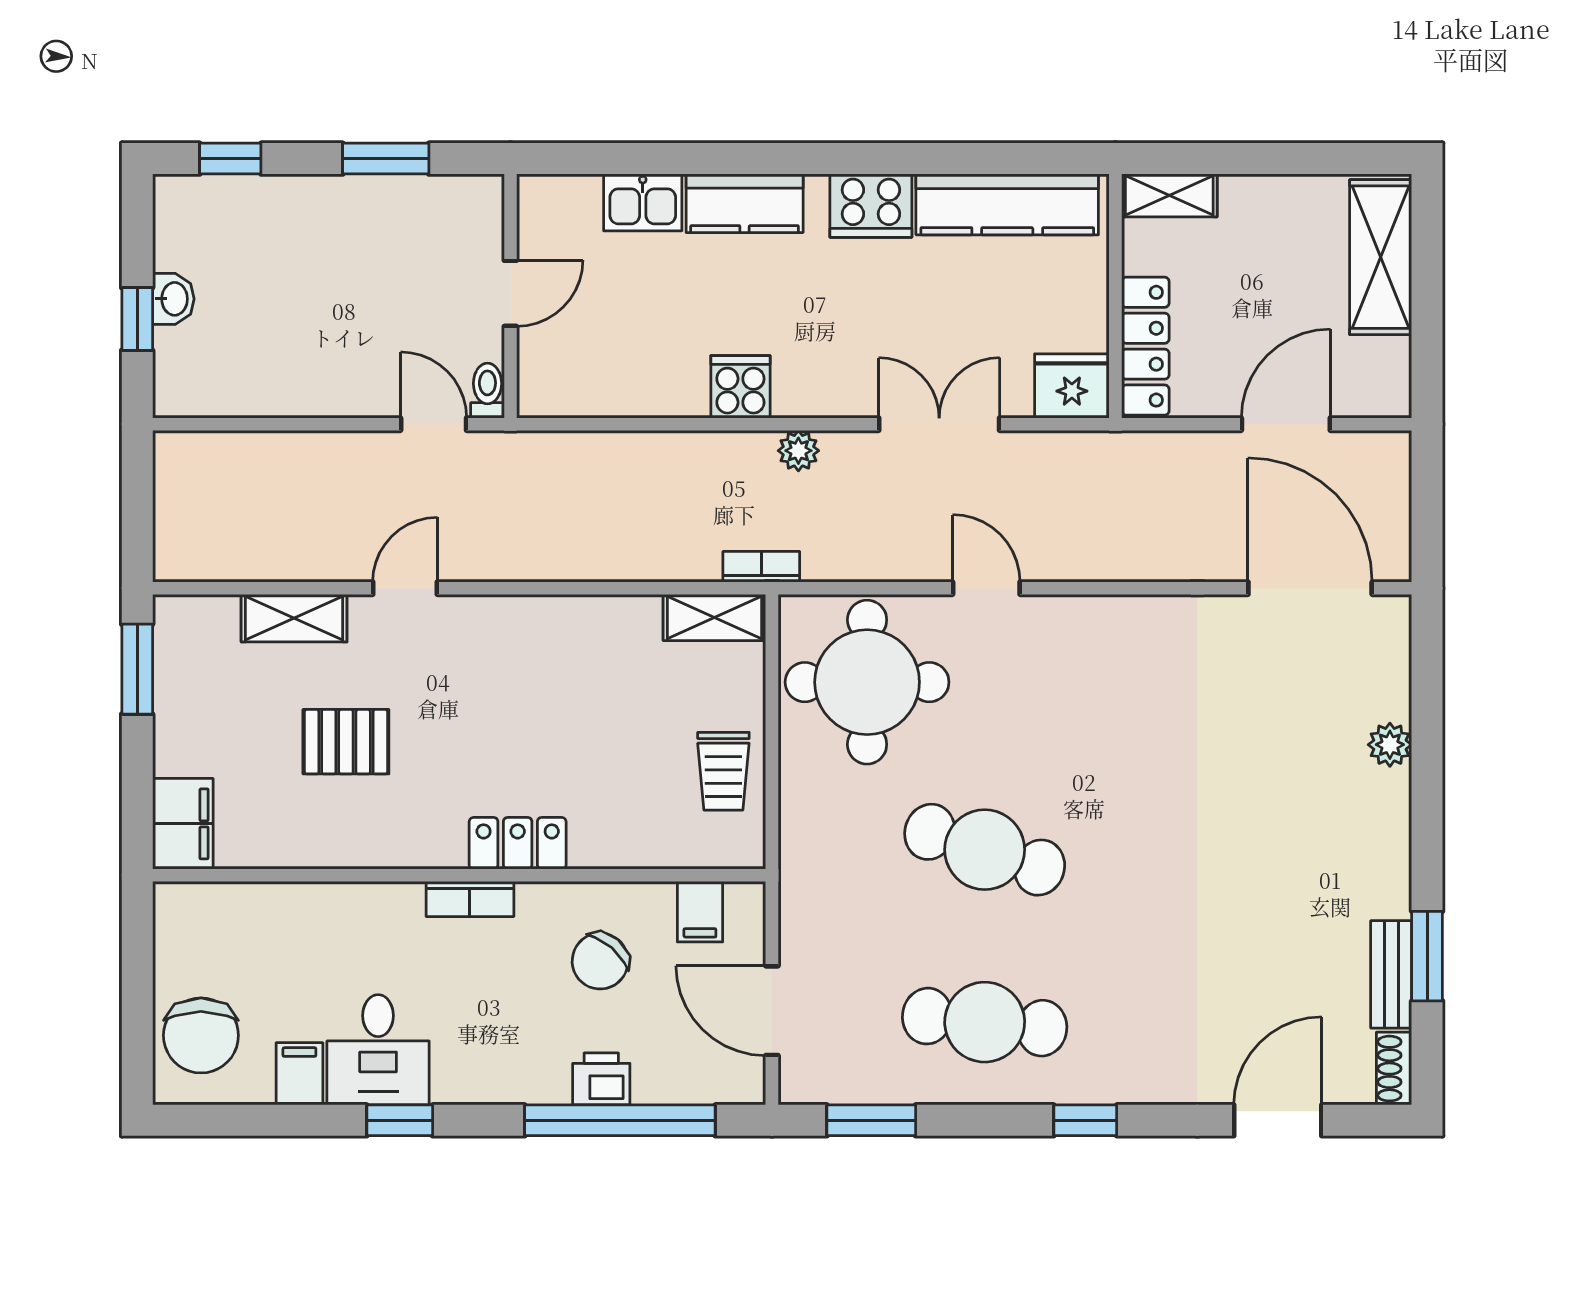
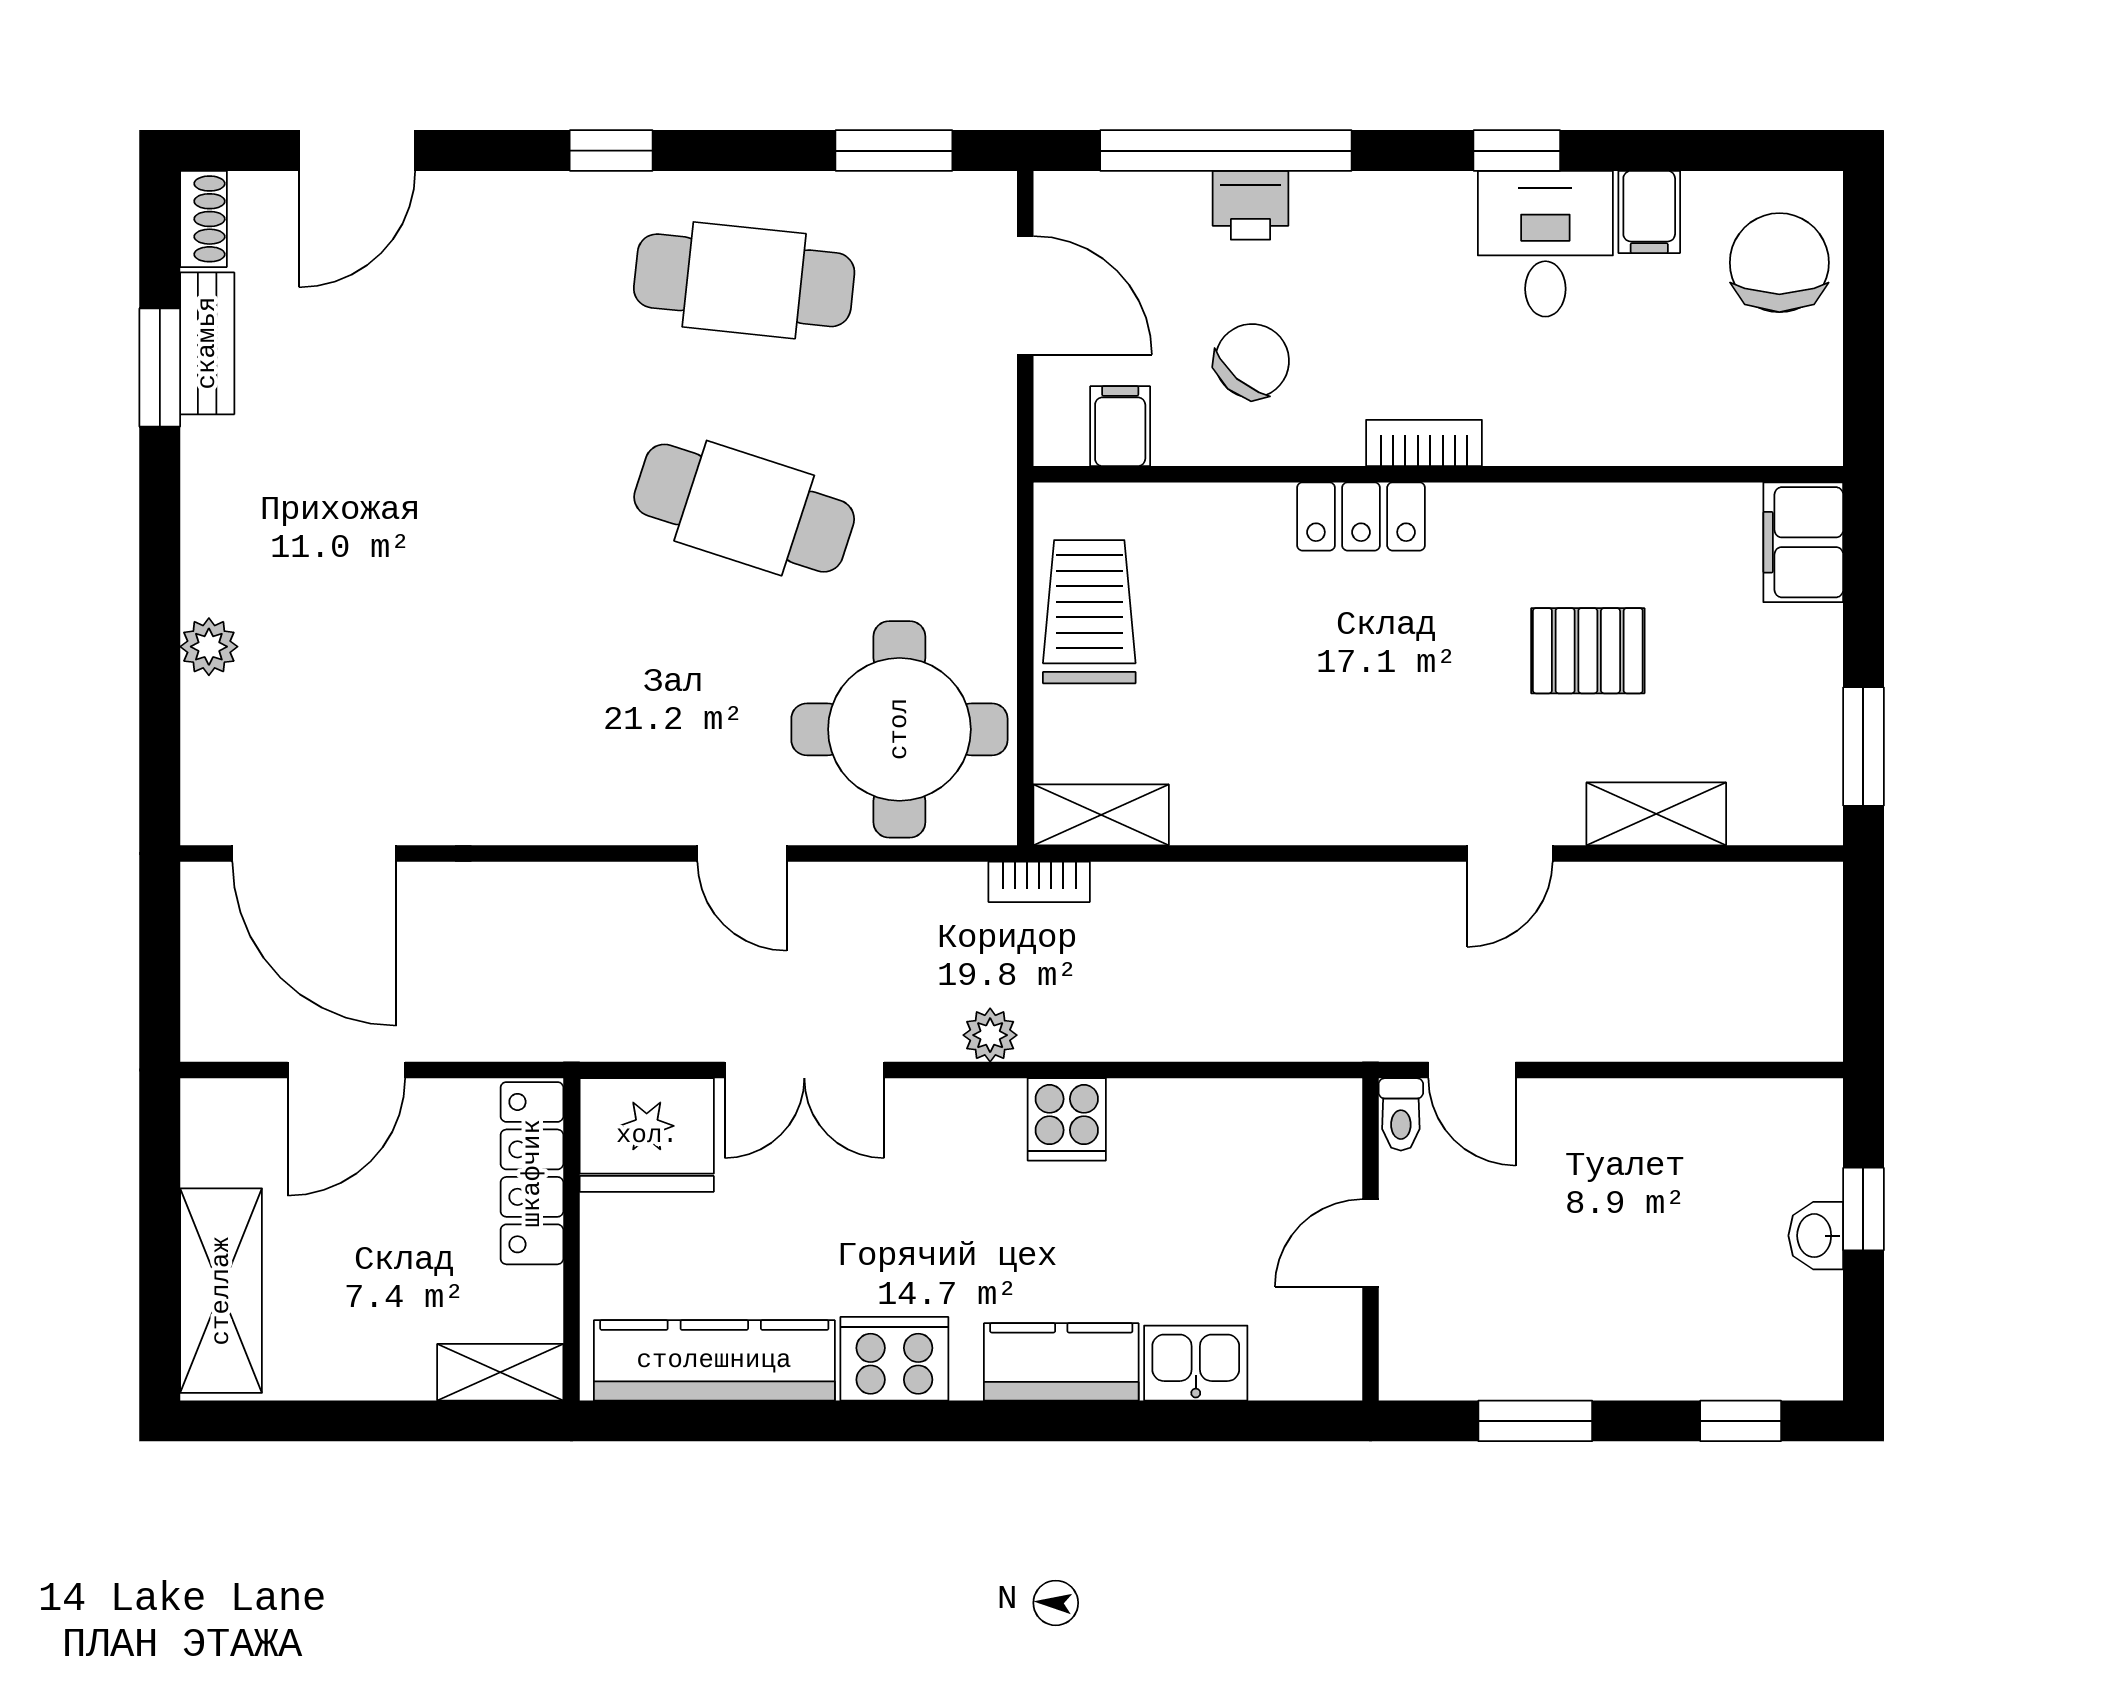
fridge: (1072, 386) -> (647, 1135), width x1.36, depth x1.34
trolley: (723, 771) -> (1089, 612), width x1.36, depth x1.39

